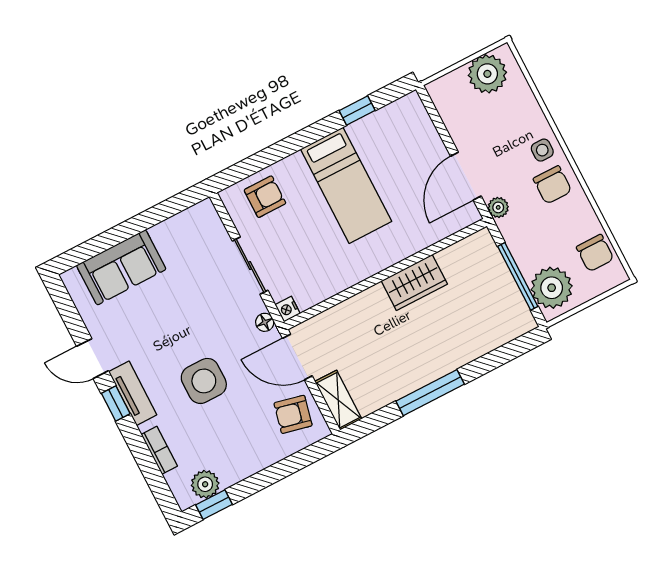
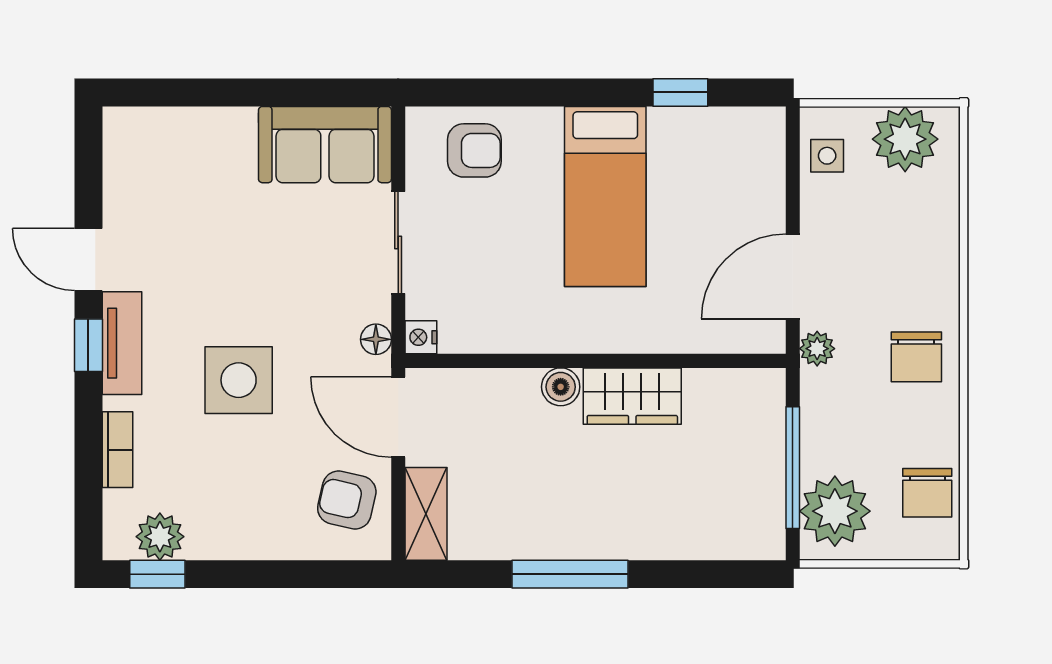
side table: (542, 150) -> (827, 156), moved
sofa: (121, 267) -> (325, 145), moved
boiler: (374, 297) -> (561, 387), added

